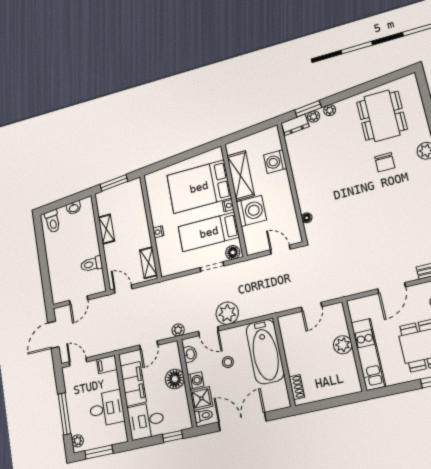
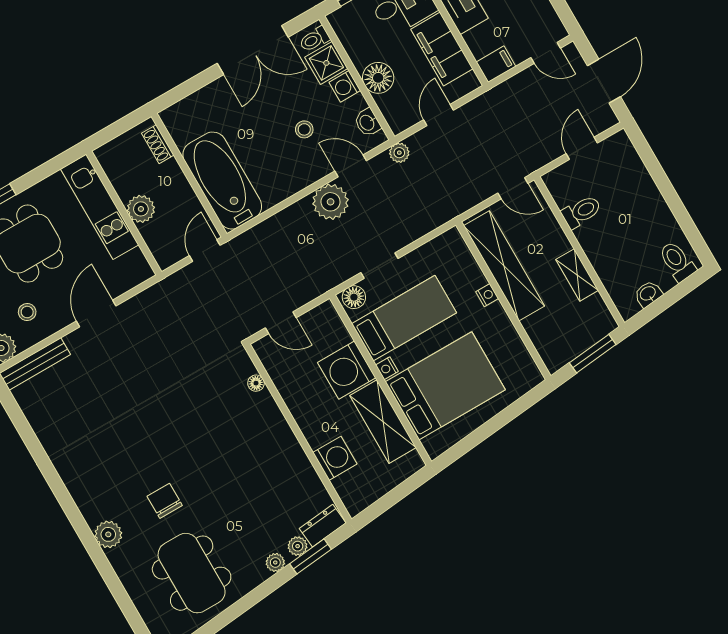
shelving: (148, 263) -> (504, 266), width x2.20, depth x1.33
bathtub: (265, 352) -> (222, 181), moved
wall: (284, 361) -> (189, 175), moved
shoe rack: (297, 387) -> (158, 144), moved

